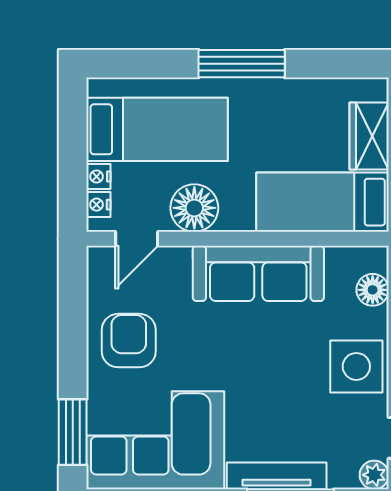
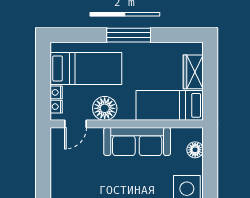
armchair: (129, 341) -> (71, 176), removed

